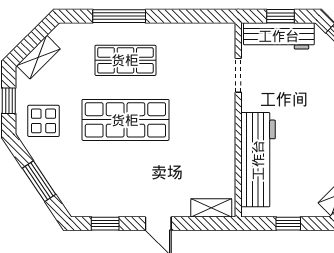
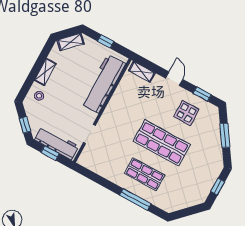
shelving: (38, 57) -> (190, 201), removed
display table: (43, 121) -> (186, 113), moved

